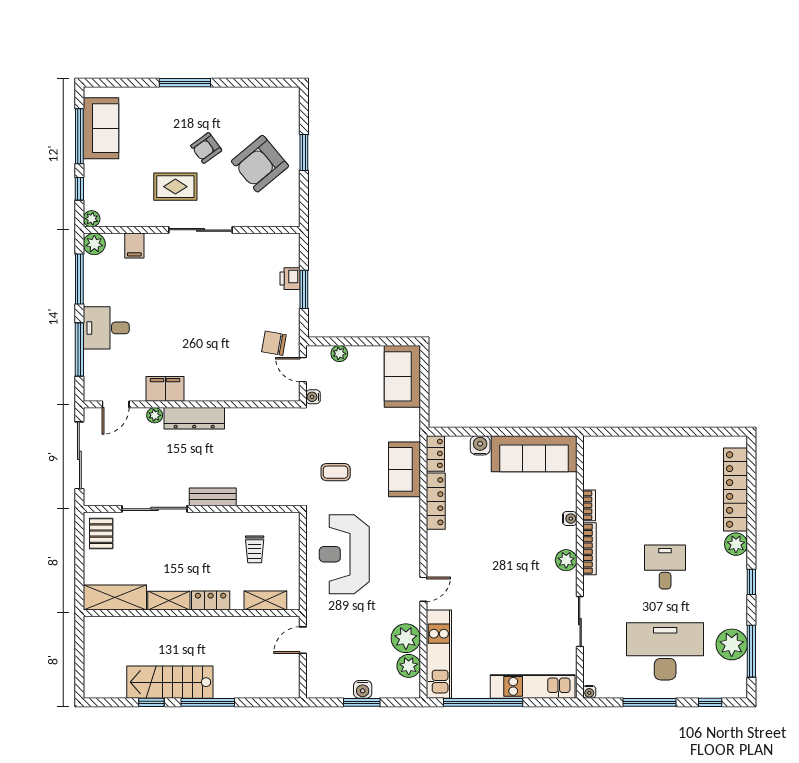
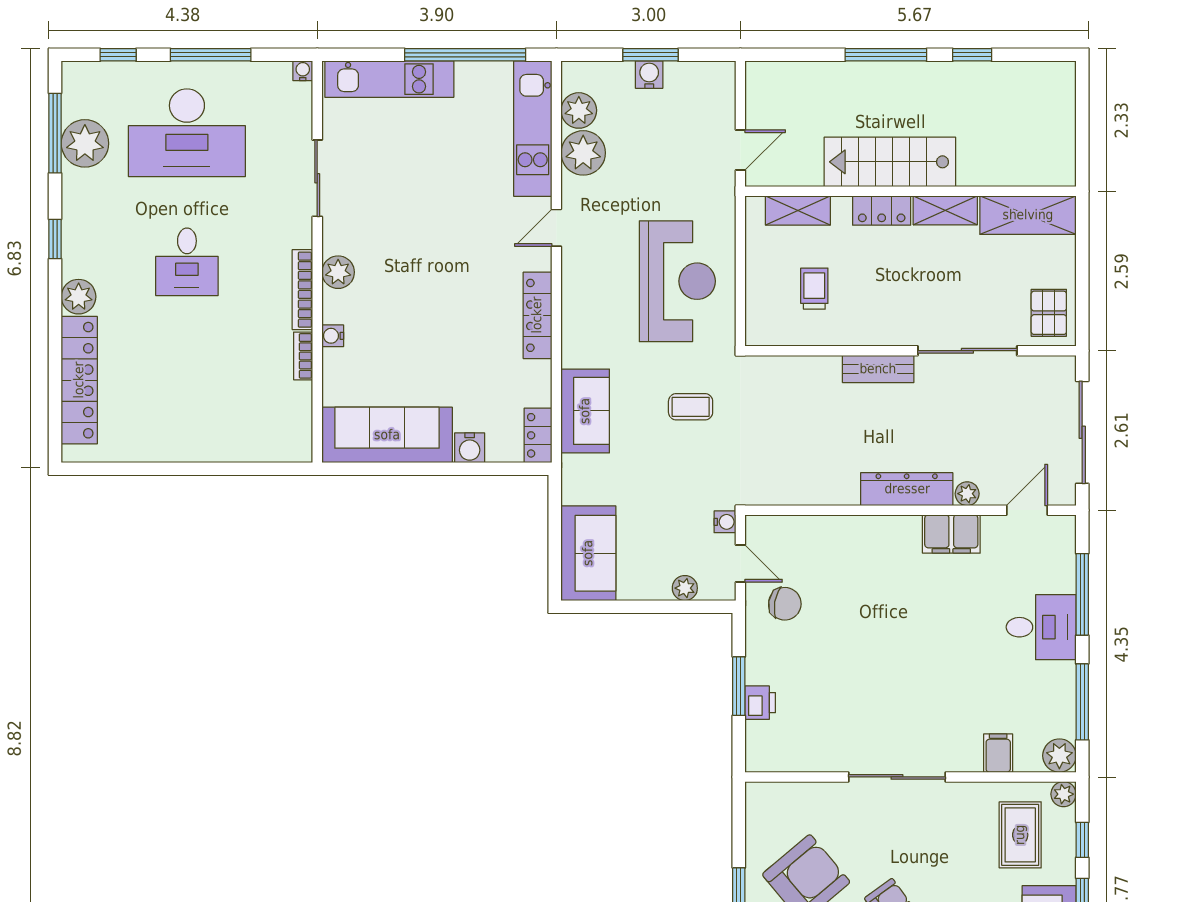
rug: (175, 187) -> (1020, 835), moved, turned 90
locker: (436, 501) -> (537, 315), moved
stairs: (170, 682) -> (890, 162), moved, turned 180

